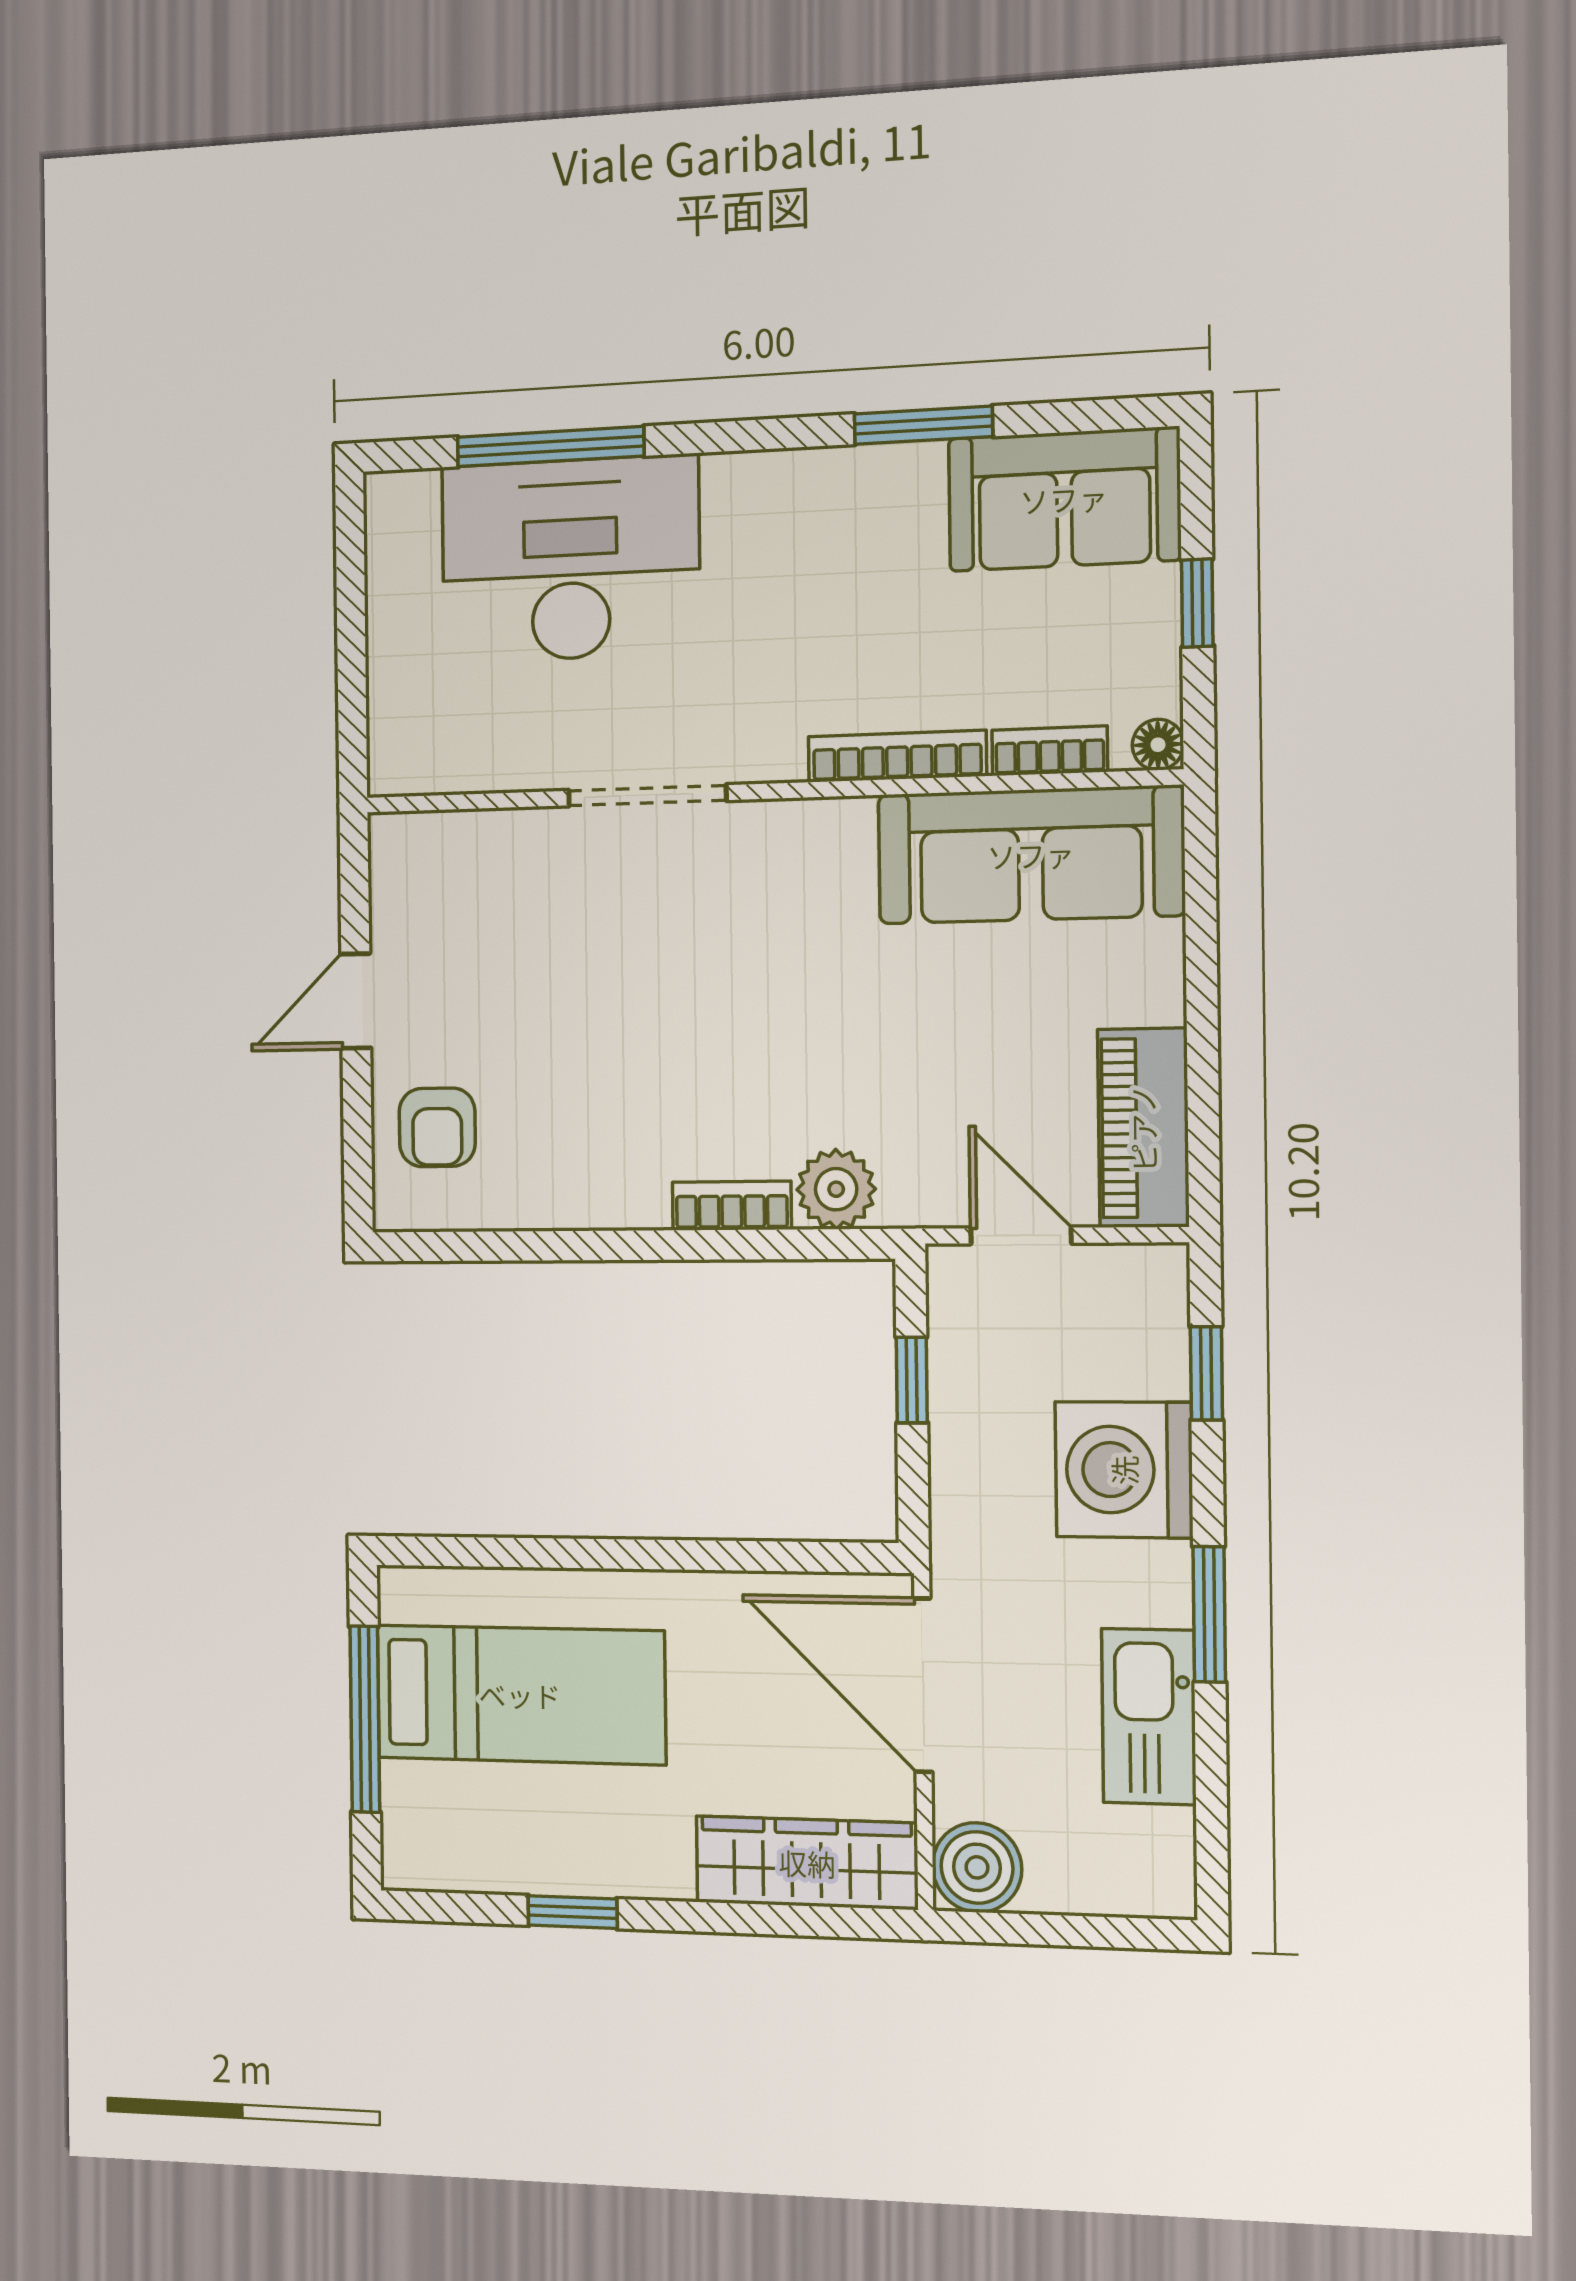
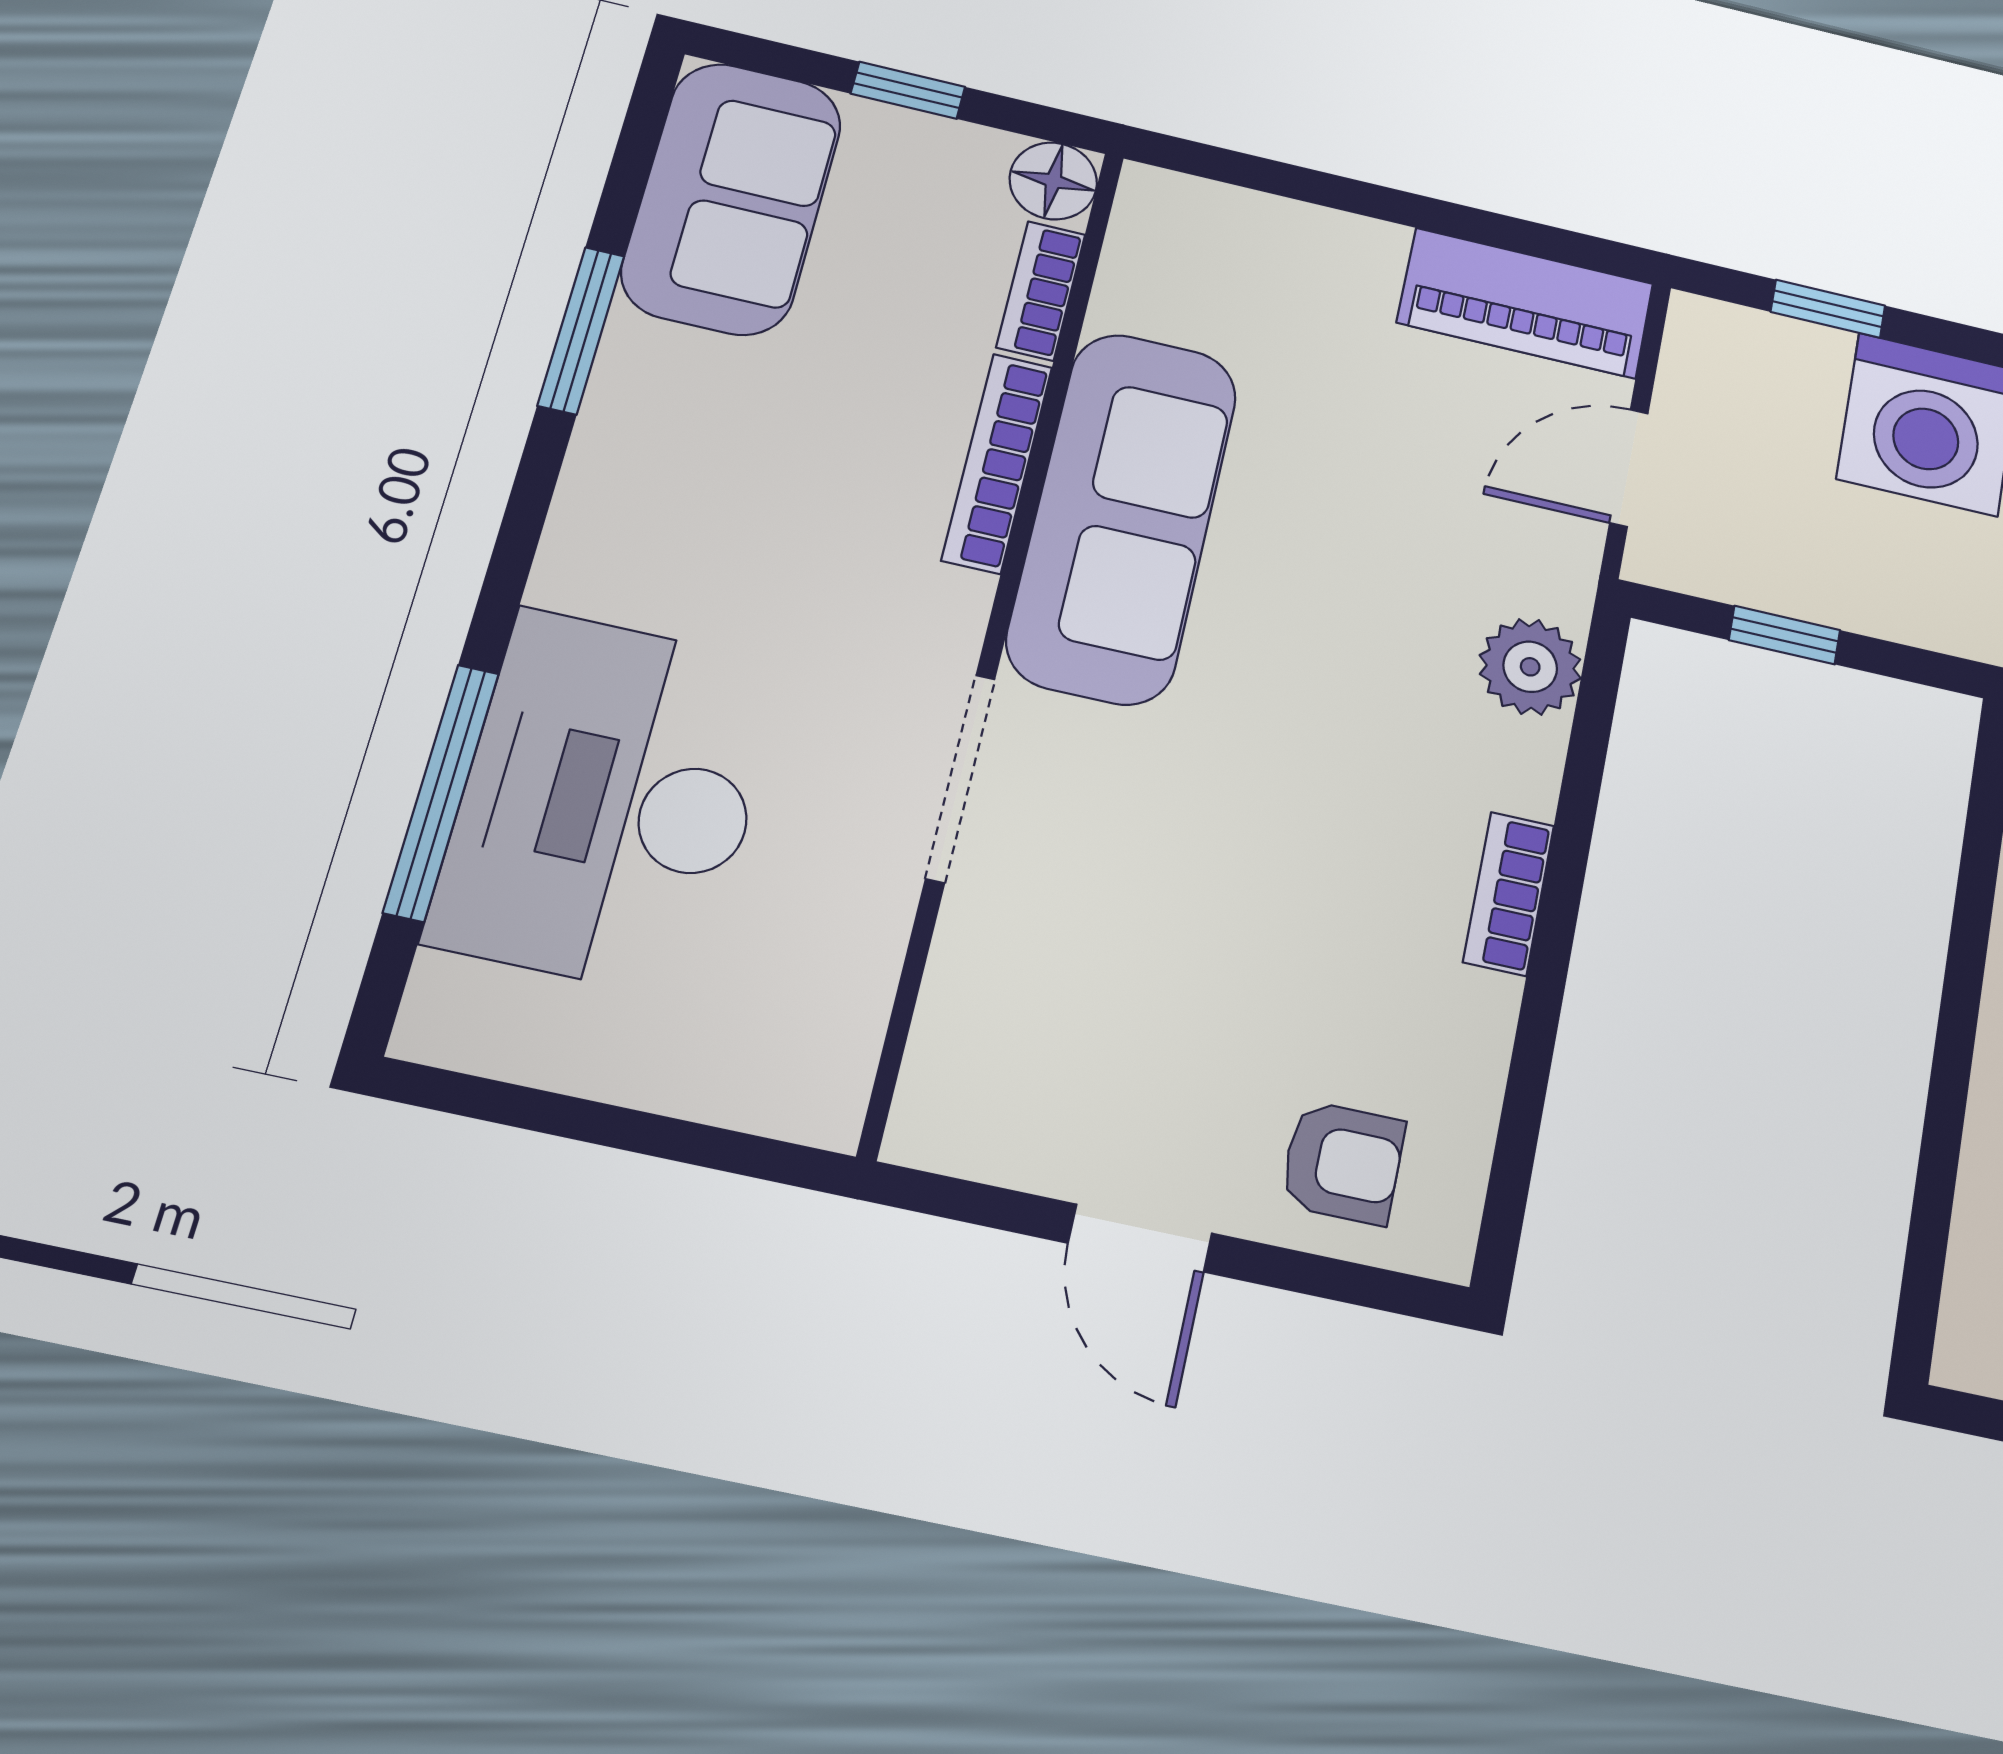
floor lamp: (1158, 745) -> (1053, 181), width x1.37, depth x1.37
sofa: (1031, 855) -> (1123, 517), moved
bookcase: (732, 1206) -> (1509, 894), moved

